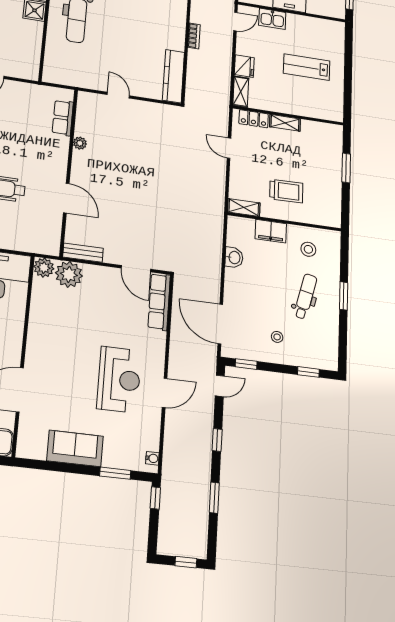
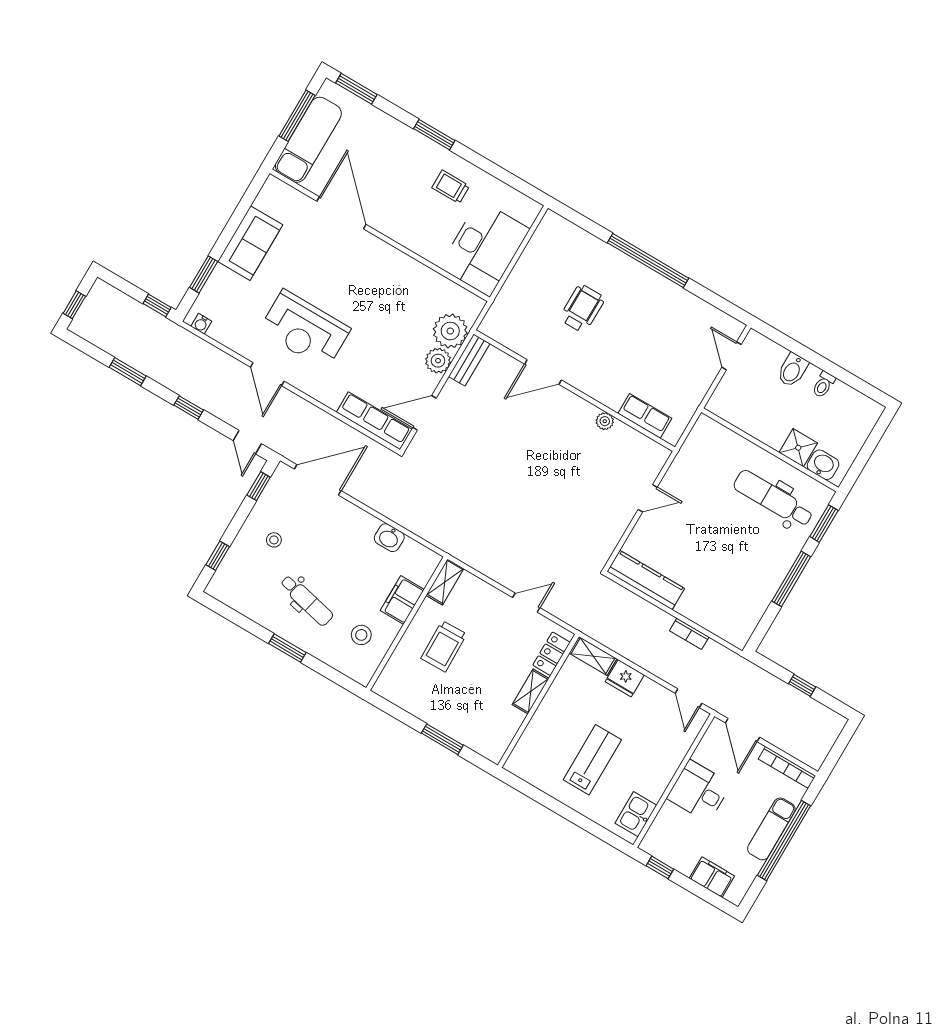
kitchen sink: (272, 19) -> (636, 814), moved
plant: (44, 268) -> (438, 361), moved

